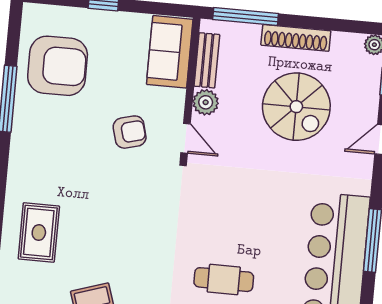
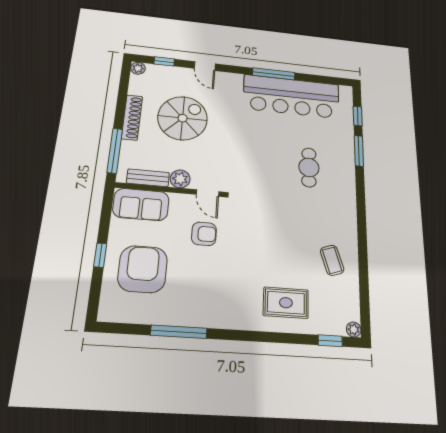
armchair: (58, 66) -> (143, 269), moved
armchair: (130, 132) -> (204, 234), turned 105
door: (186, 138) -> (208, 193), swing flipped

